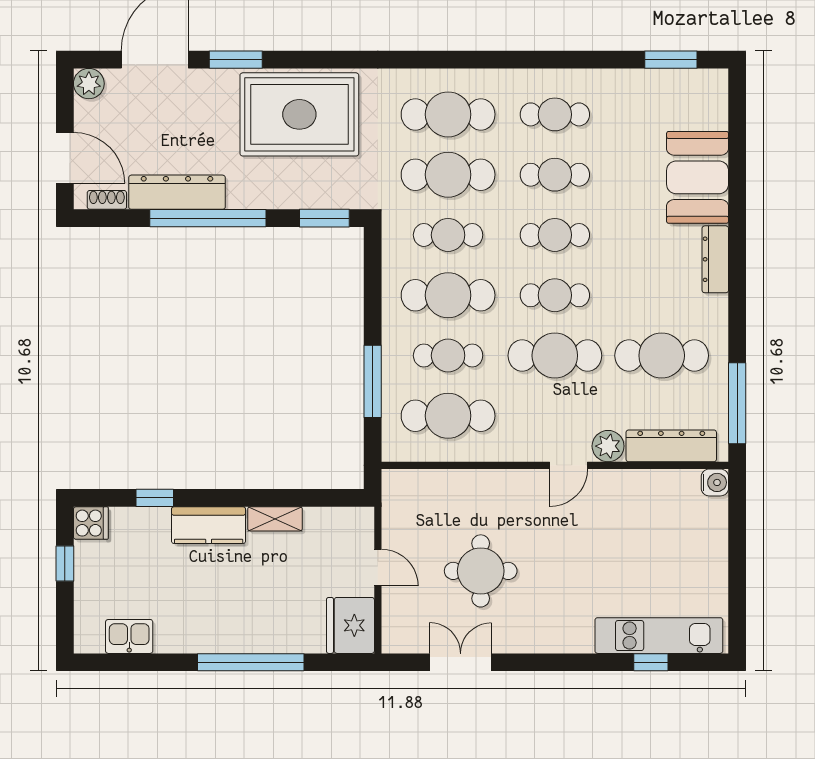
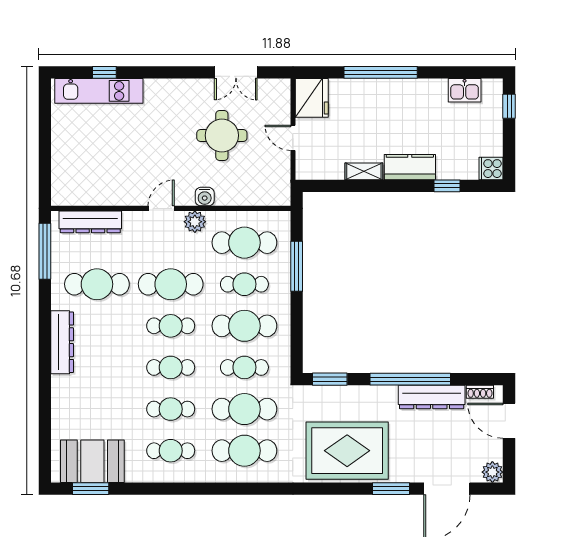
booth: (698, 177) -> (92, 461), moved, turned 90
dresser: (715, 259) -> (62, 342), width x1.37, depth x1.24
plant: (608, 446) -> (195, 222), moved
water cooler: (715, 482) -> (205, 197), moved, turned -90
window: (65, 563) -> (509, 106), moved

